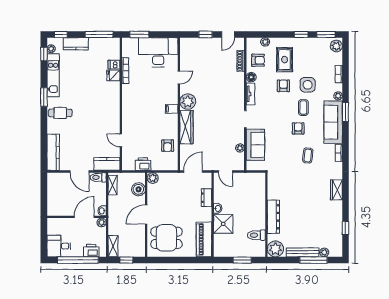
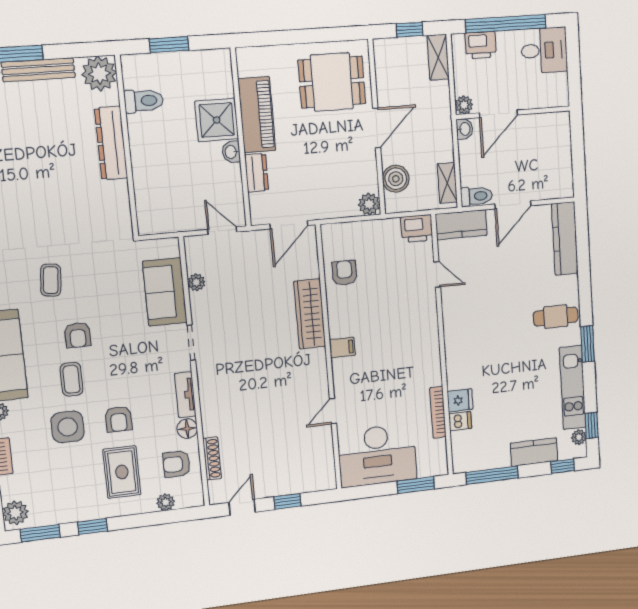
plant: (188, 102) -> (311, 365), removed
printer: (143, 164) -> (417, 229), moved
door: (79, 172) -> (513, 205), swing flipped
piano: (204, 239) -> (257, 115), moved

